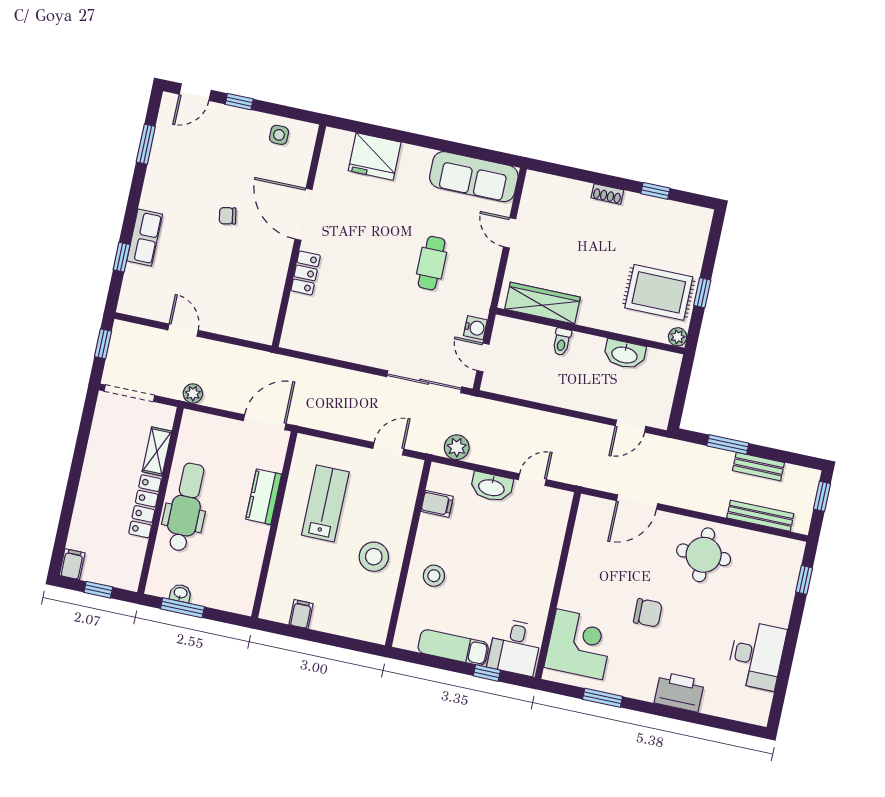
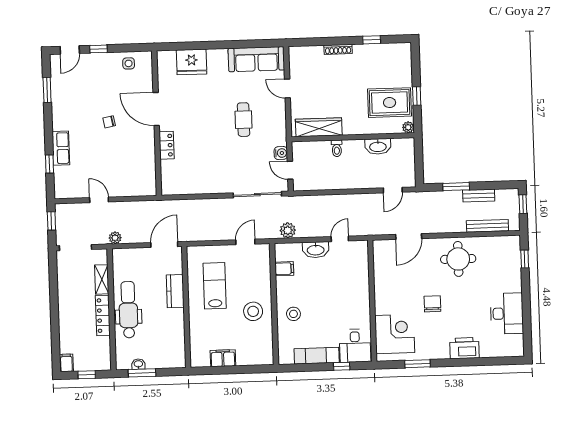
shoe rack: (607, 194) -> (338, 49), width x1.43
chair: (648, 613) -> (432, 304), turned -89
filing cabinet: (301, 614) -> (223, 358), width x2.00

